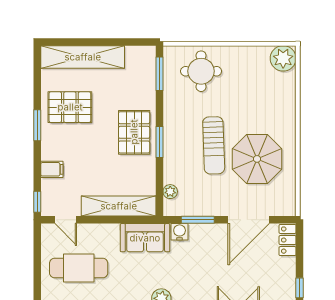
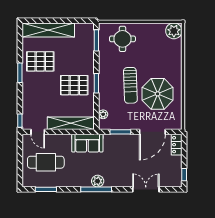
pallet: (134, 132) -> (74, 85), moved, turned 90
filing cabinet: (52, 169) -> (29, 100), removed
water cooler: (180, 232) -> (109, 140), removed

